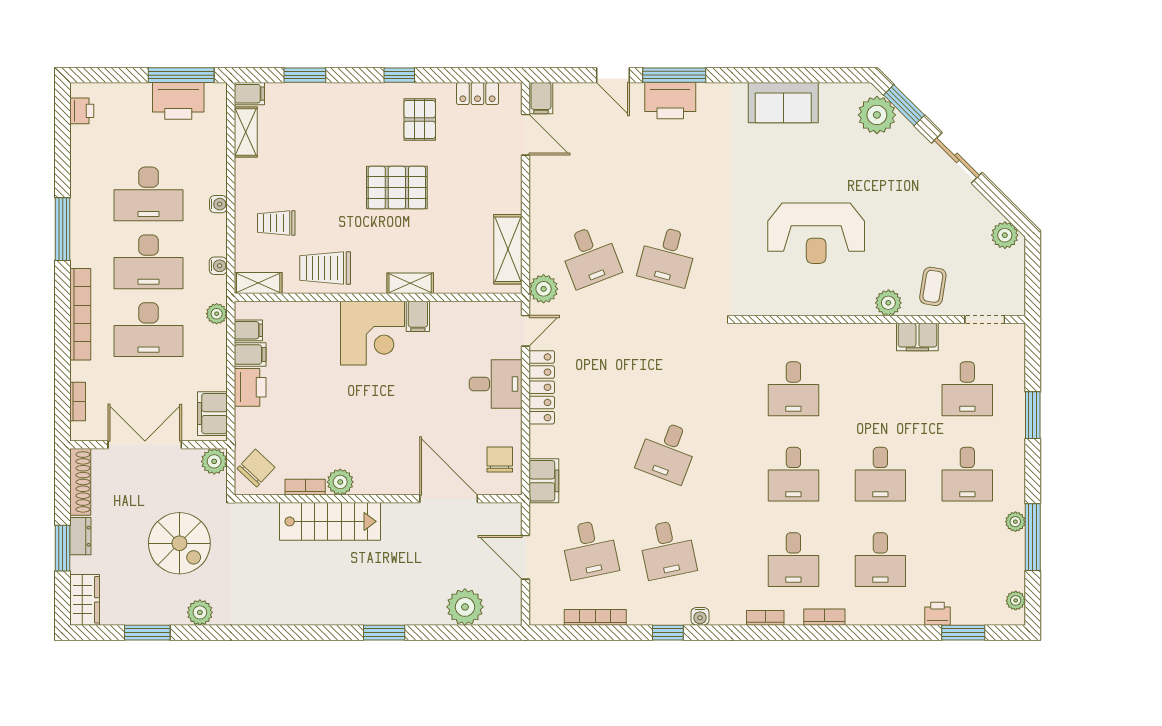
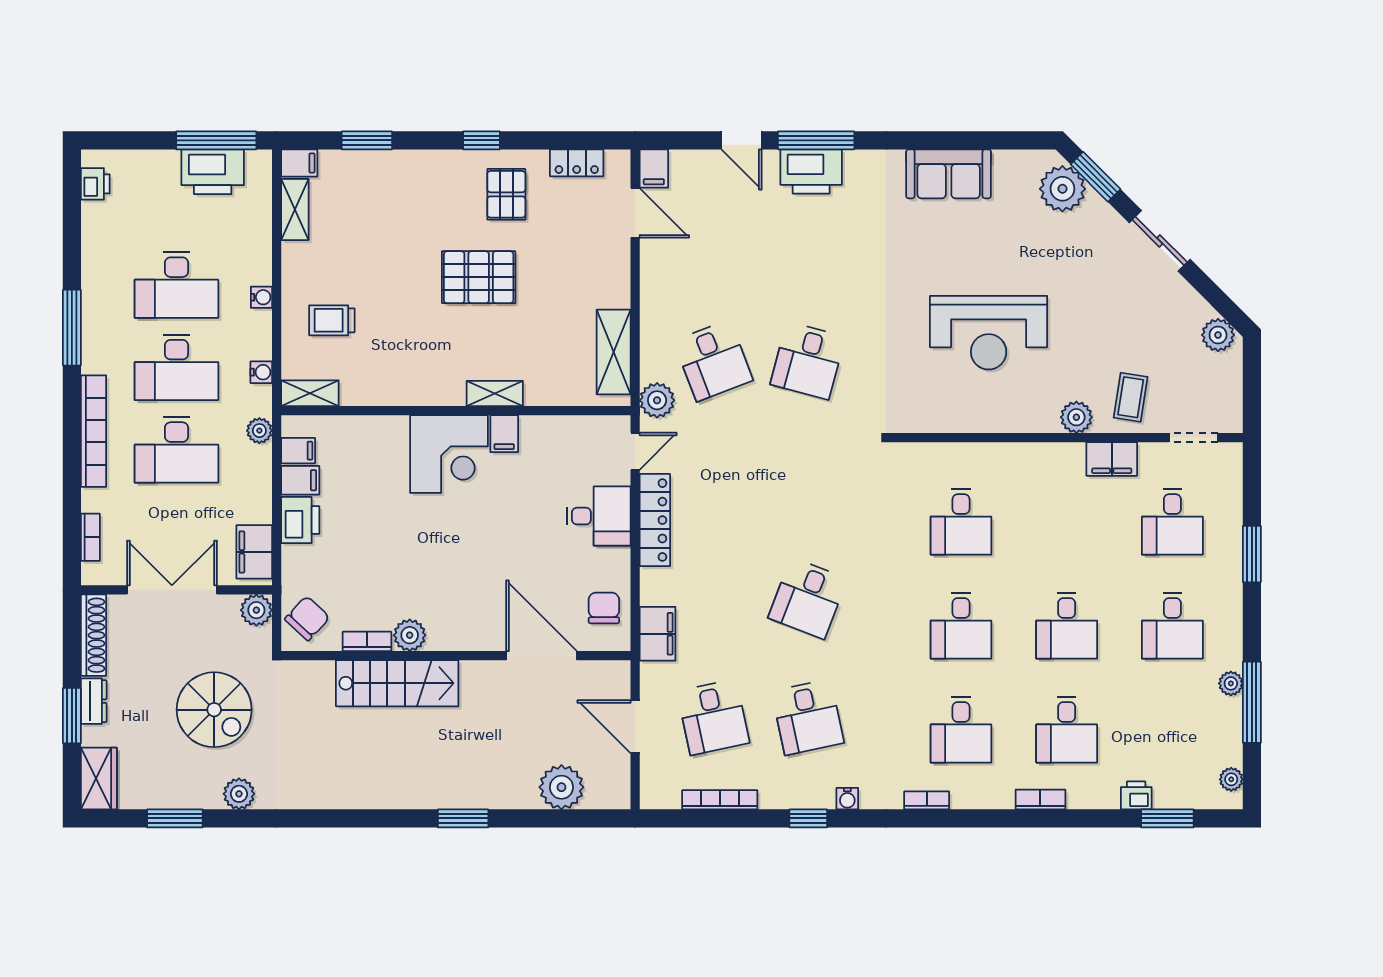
trolley: (325, 268) -> (391, 375), removed
bookcase: (824, 617) -> (1040, 800), moved

